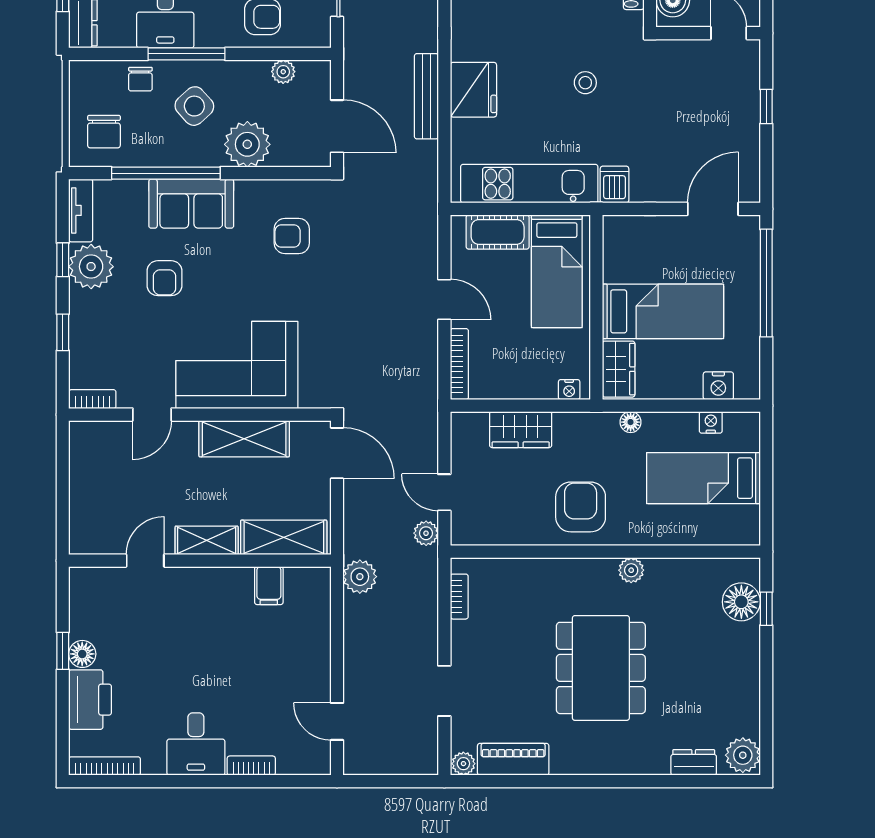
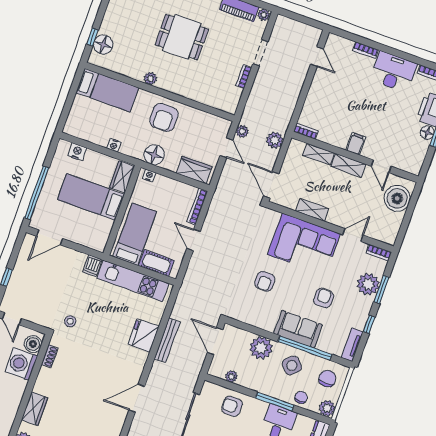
plant: (85, 76) -> (327, 408), added
stool: (585, 83) -> (70, 321), moved
side table: (194, 106) -> (292, 365), moved
armchair: (292, 236) -> (265, 281), moved, turned 90
plant: (91, 267) -> (368, 284), moved
window: (63, 332) -> (381, 290), width x1.50
floor lamp: (631, 422) -> (154, 155), moved, width x1.89, depth x1.89
nightstand: (711, 422) -> (114, 145), moved
wardrobe: (521, 430) -> (194, 170), moved
shelving: (244, 439) -> (312, 210), width x0.67, depth x0.75
bed: (703, 478) -> (107, 90), moved
boiler: (94, 512) -> (397, 198), added
shelving: (284, 537) -> (319, 154), width x0.67, depth x0.75
door: (145, 561) -> (381, 166), hinge flipped
bookcase: (308, 576) -> (306, 131), added
plant: (360, 577) -> (275, 140), moved
filing cabinet: (269, 586) -> (356, 144), moved
bookcase: (459, 597) -> (244, 77), moved
dining table: (601, 668) -> (182, 37), width x0.73
desk: (196, 744) -> (393, 72), width x1.37

